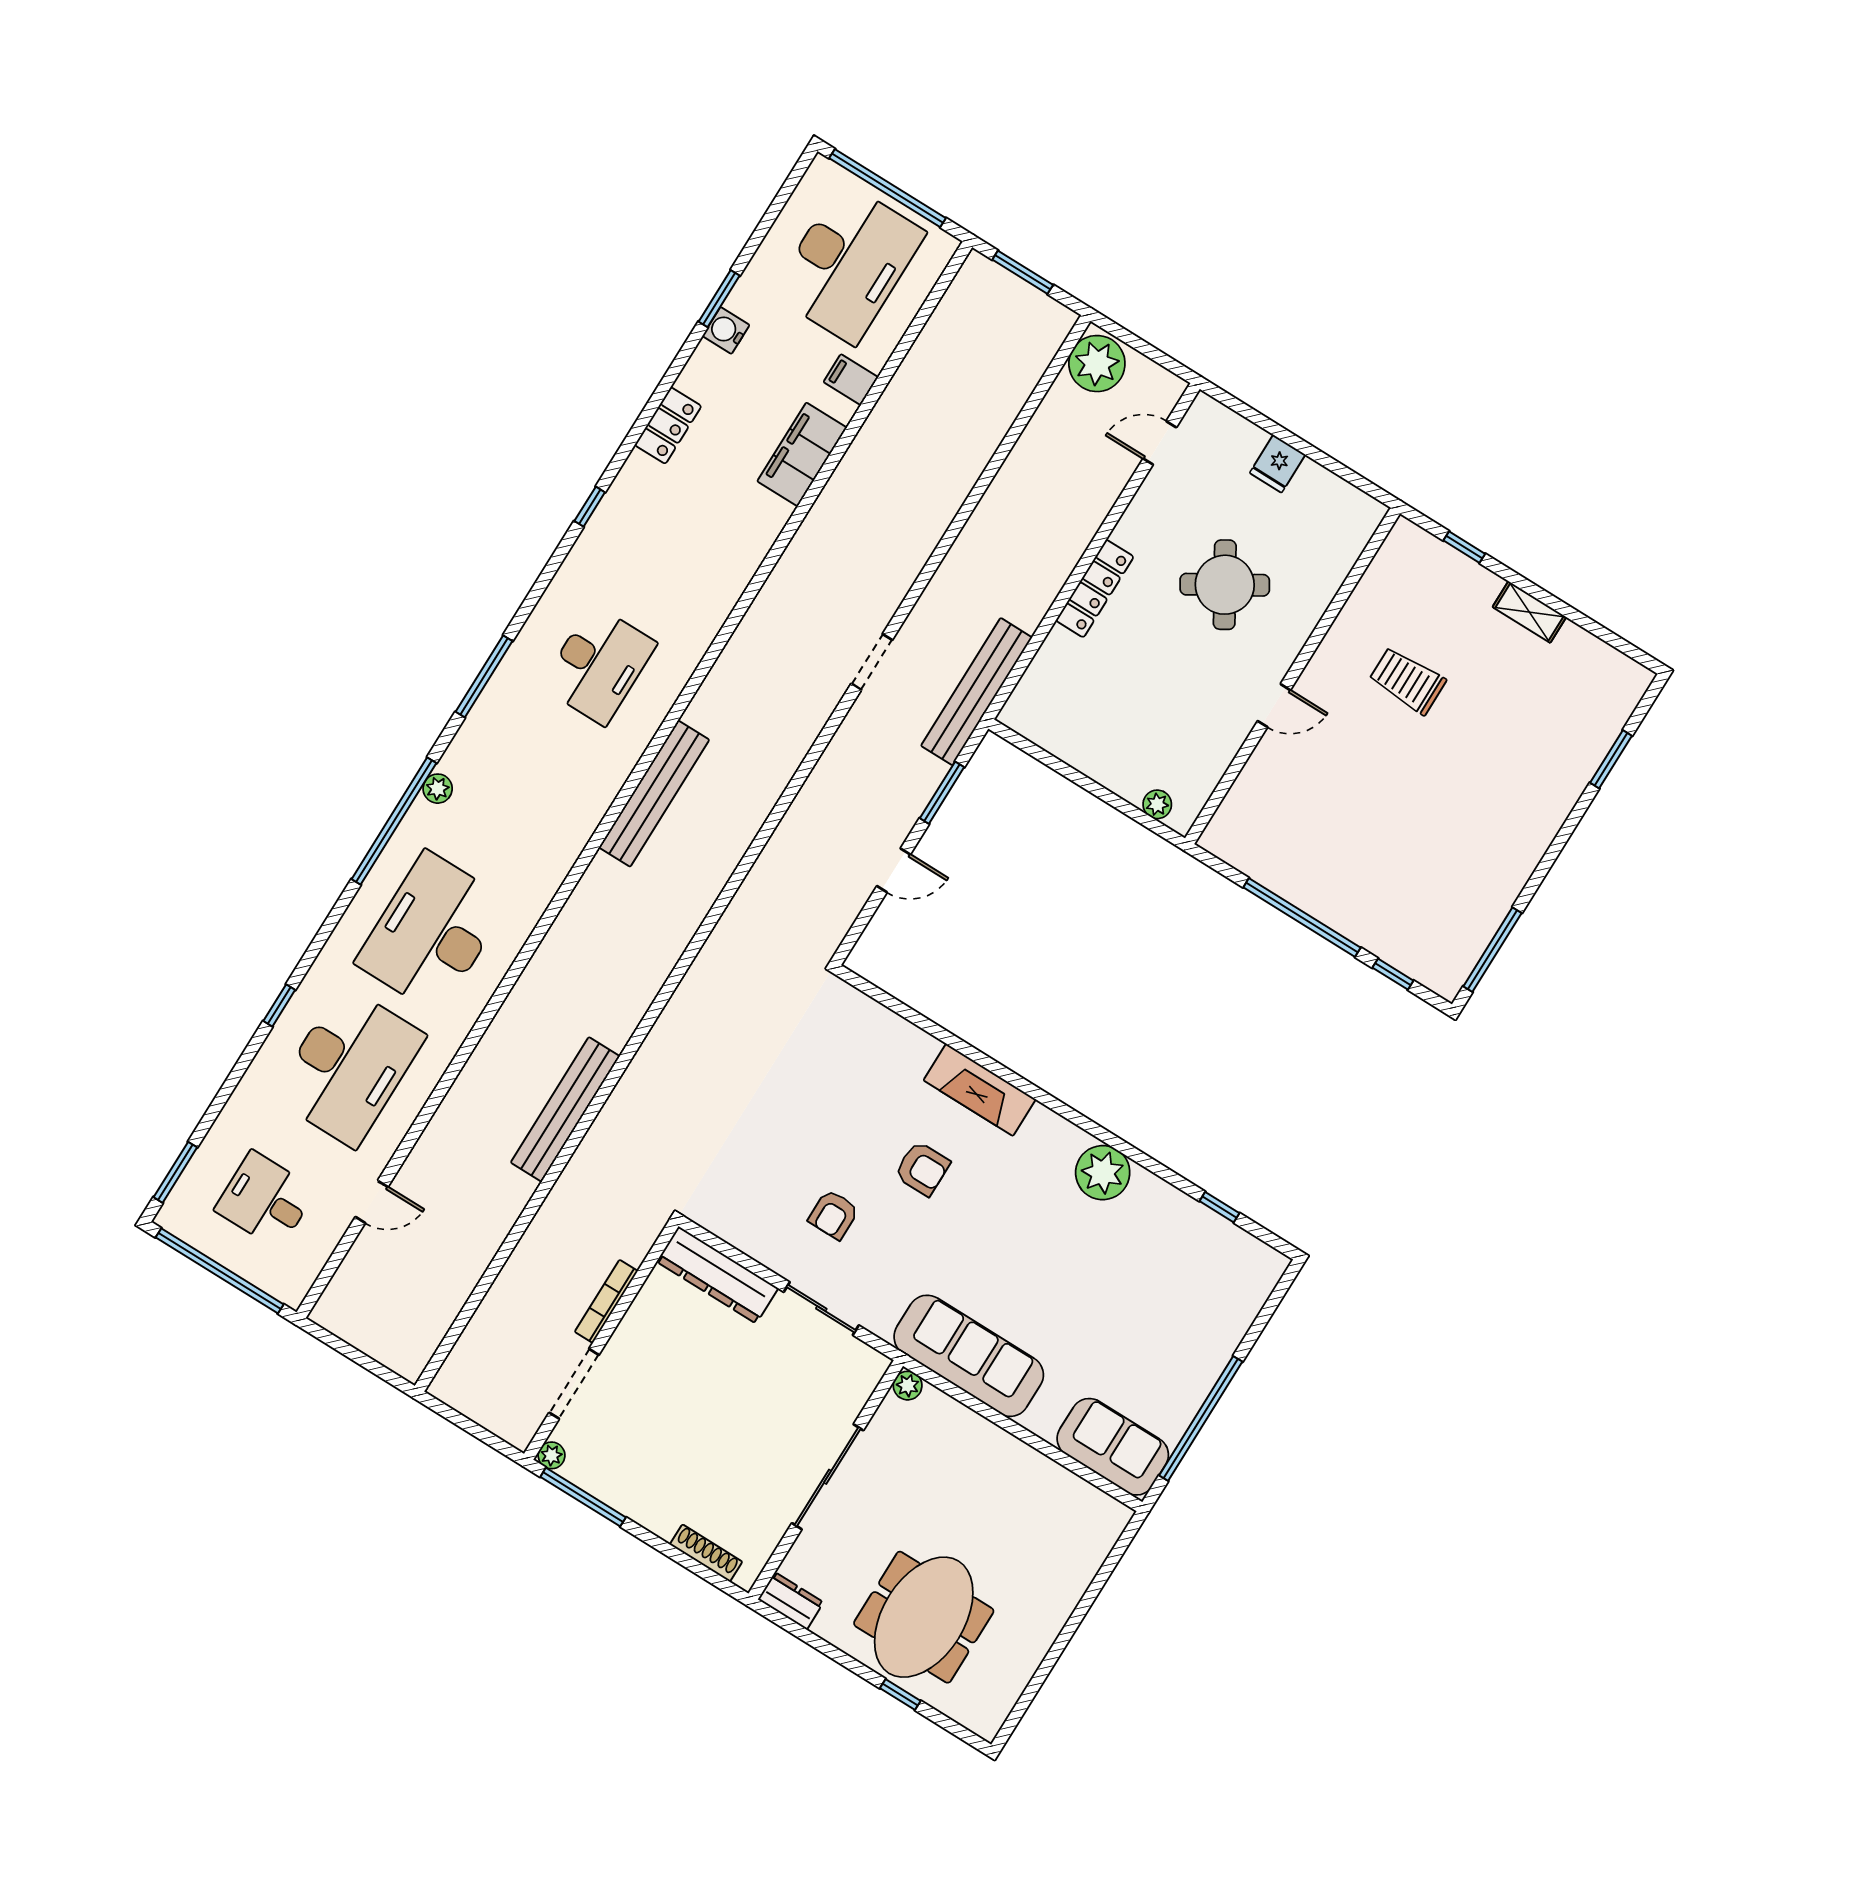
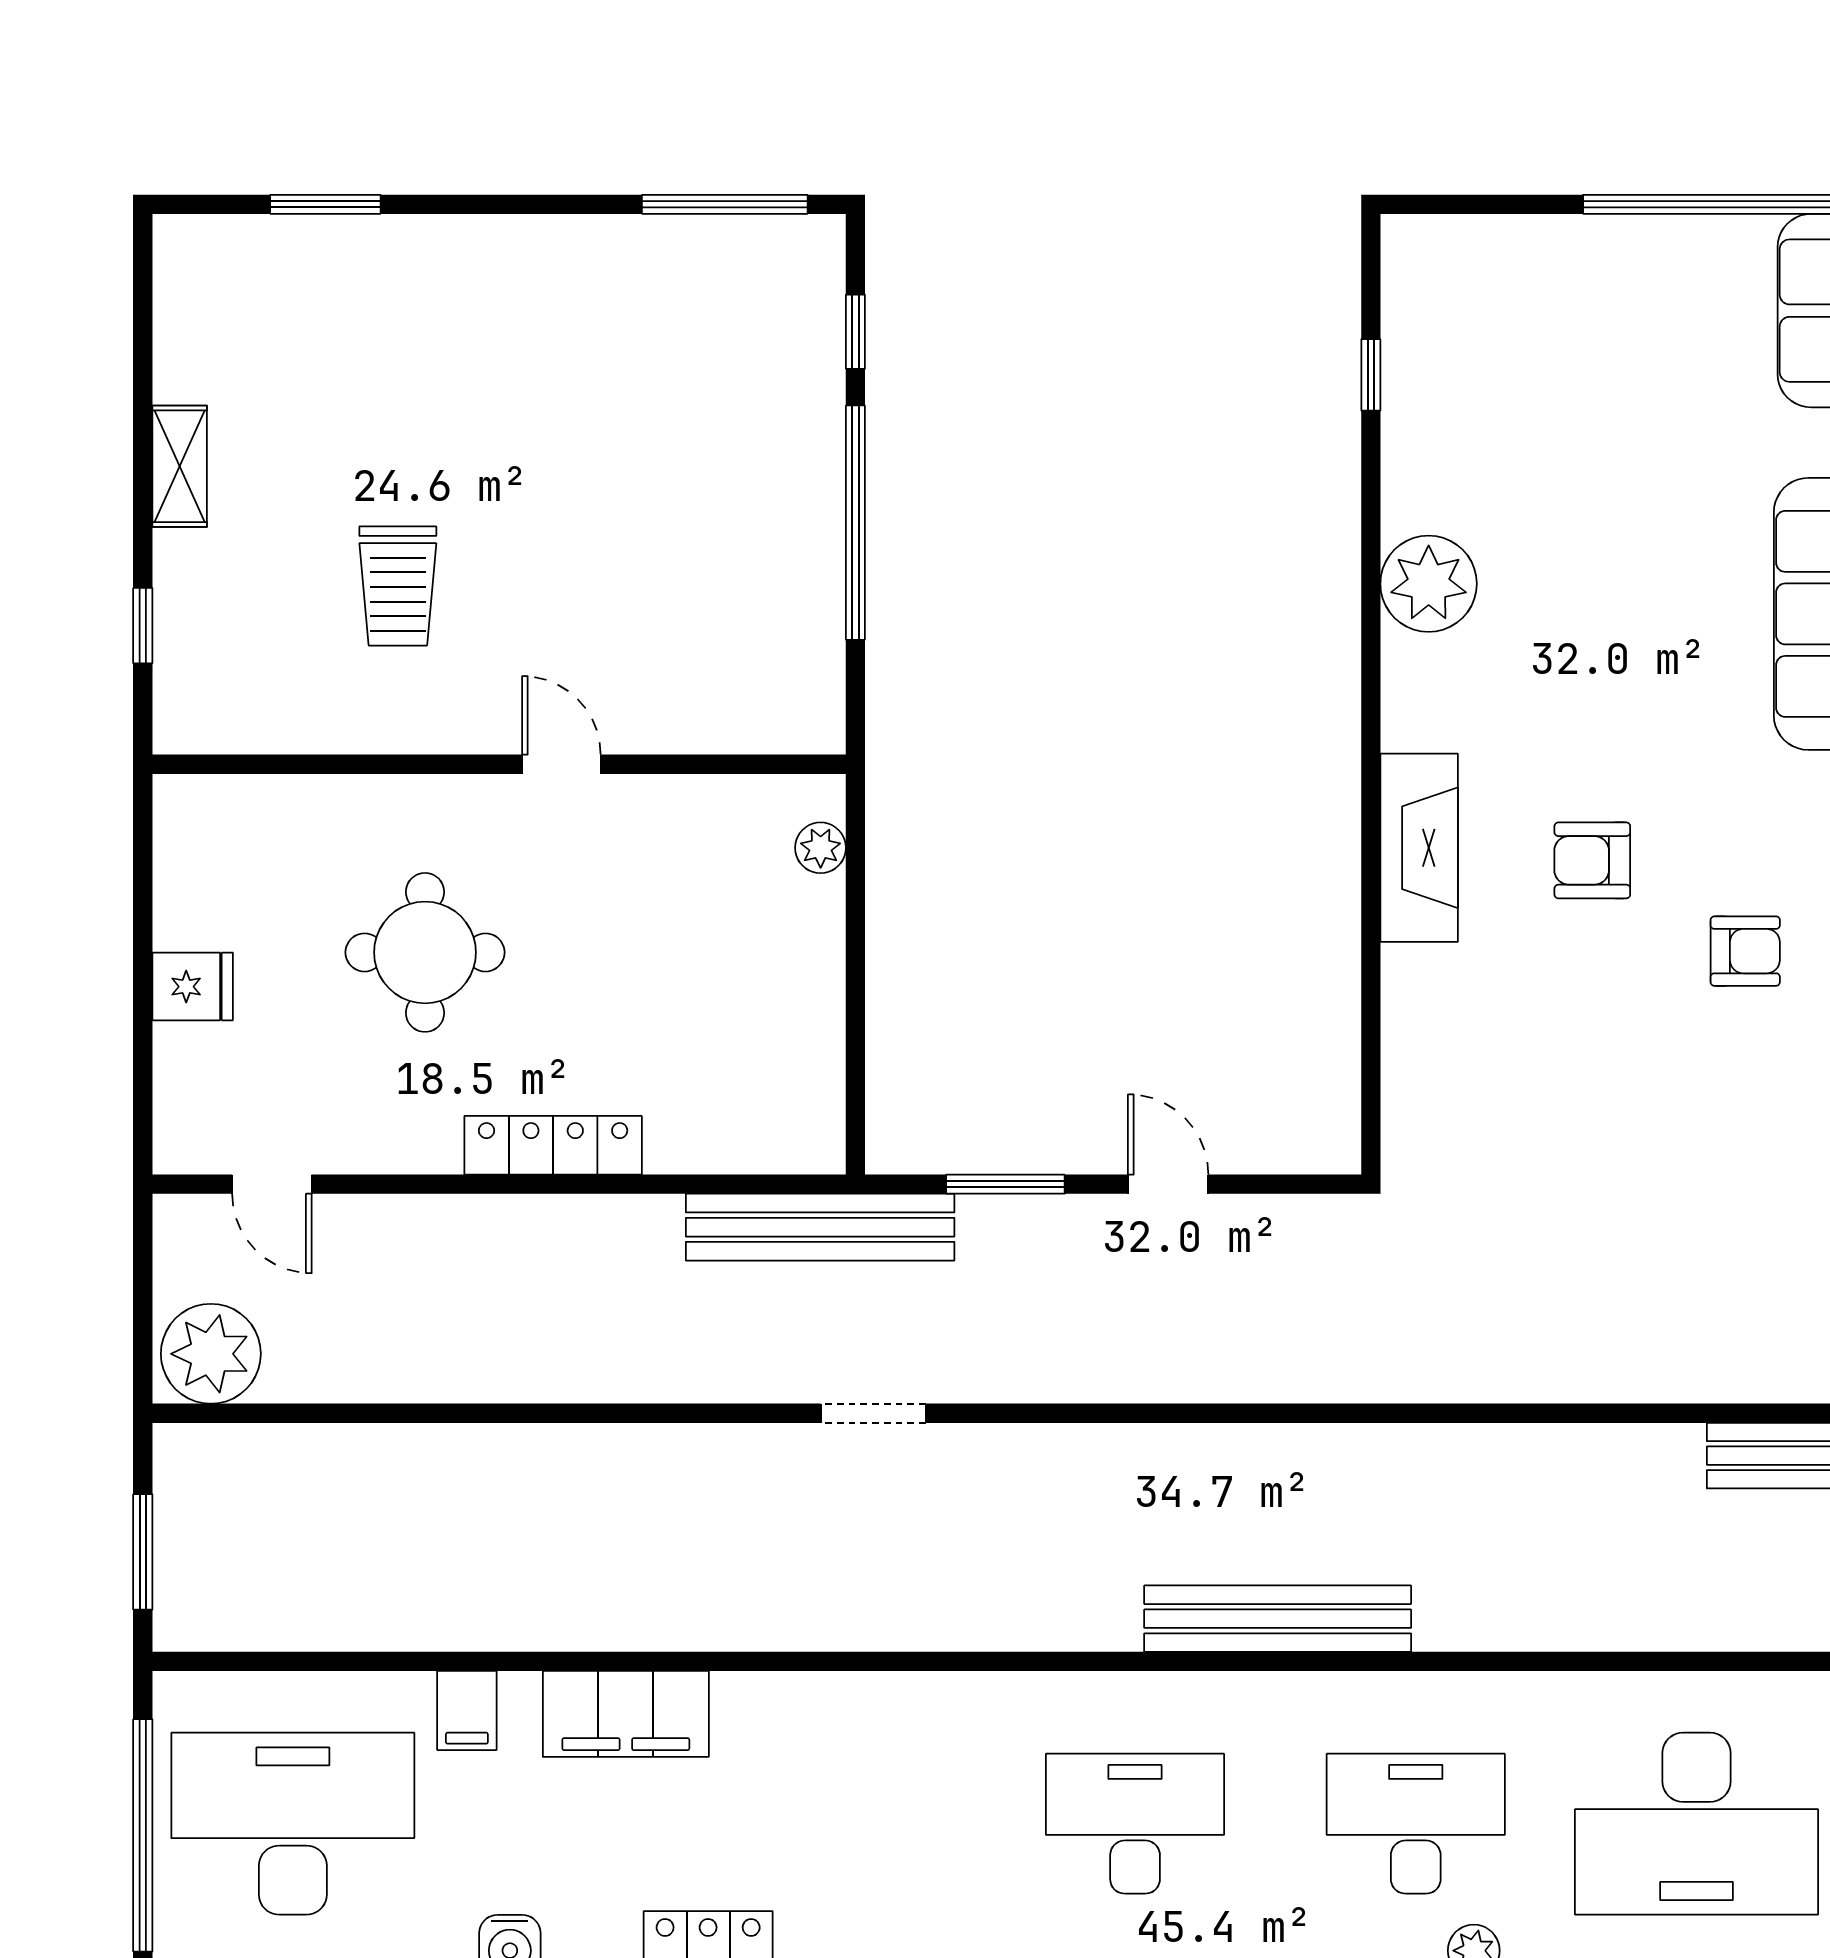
round table: (1225, 585) -> (425, 952), turned 31
desk: (515, 799) -> (1416, 1824), added
armchair: (922, 1169) -> (1592, 860), turned -90

